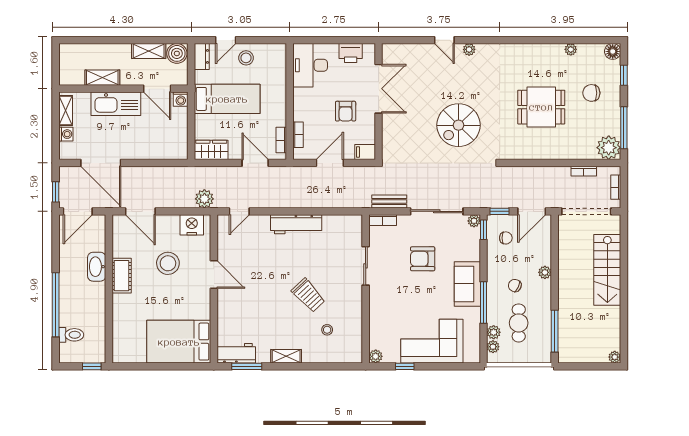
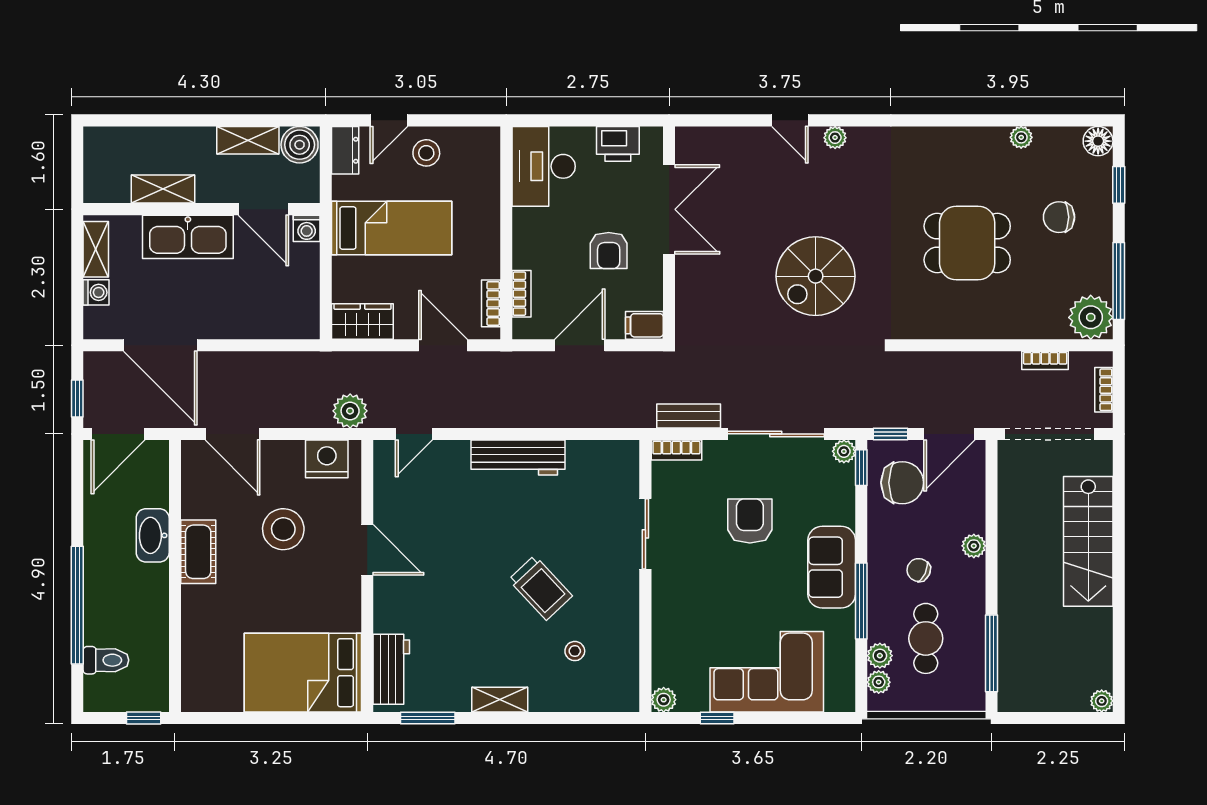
chair: (506, 238) -> (902, 483), width x1.87, depth x1.87
armchair: (423, 259) -> (750, 521), turned 90
workbench: (236, 353) -> (391, 669), moved, turned 90

